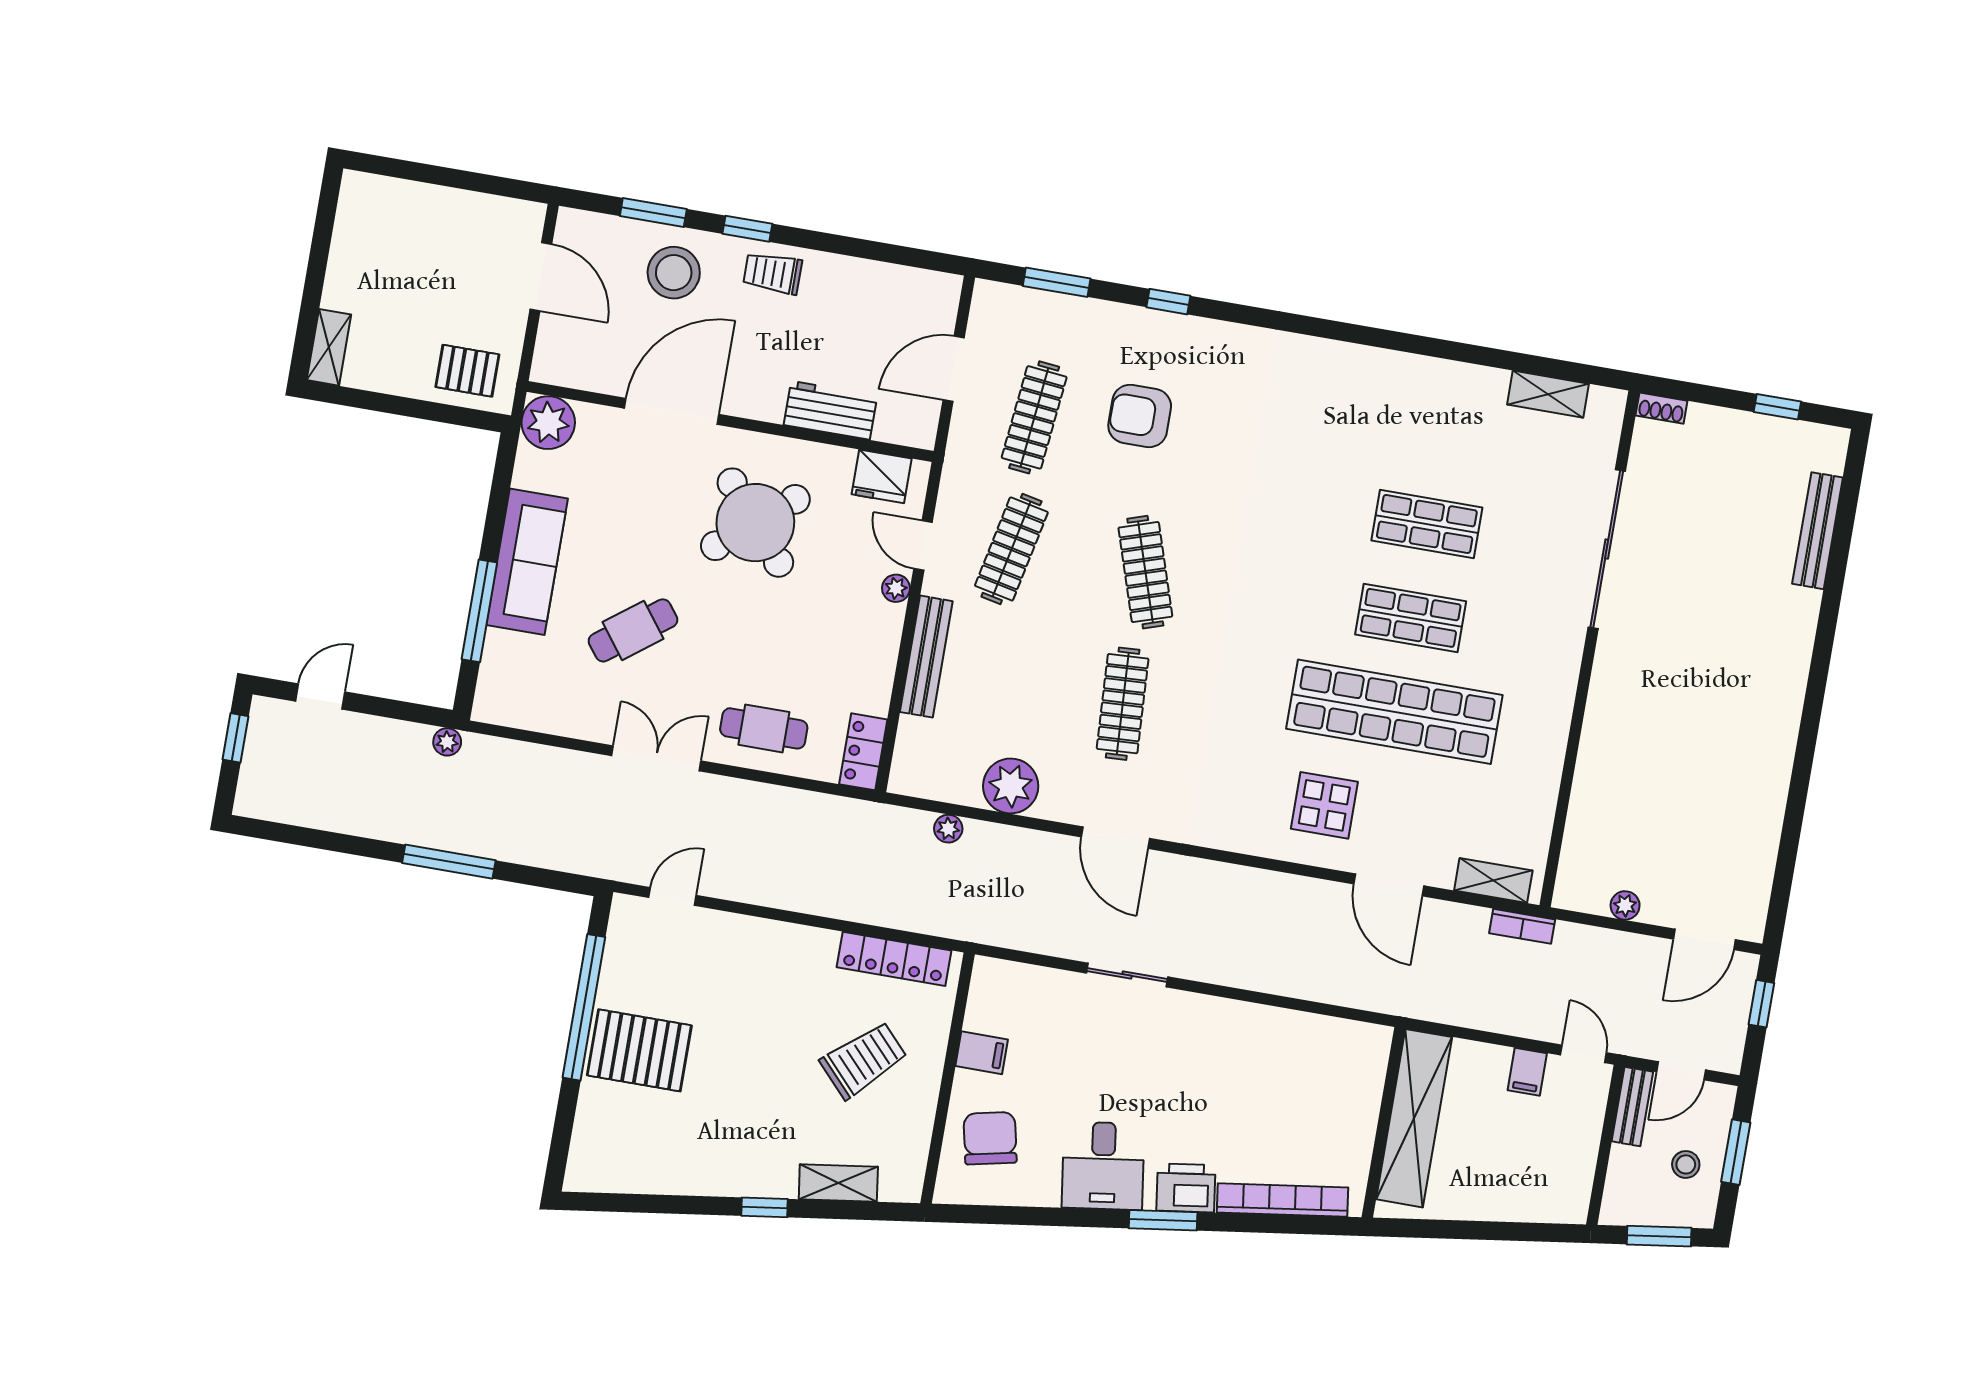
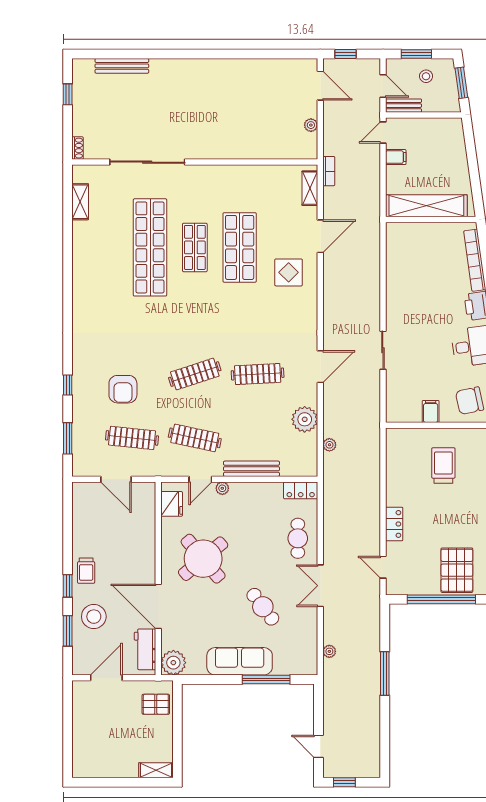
pallet: (467, 371) -> (156, 704), turned 90
workbench: (831, 410) -> (145, 649), moved
shop shelf: (1427, 524) -> (150, 247), width x2.00, depth x1.36
shop shelf: (1394, 712) -> (240, 247), width x0.71
plant: (447, 742) -> (329, 651), moved
locker: (894, 959) -> (394, 524), moved, width x0.66
trolley: (864, 1060) -> (443, 465), turned 43

